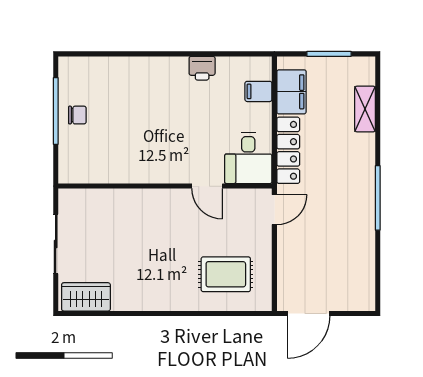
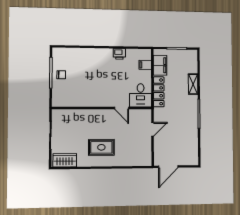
shelving: (365, 109) -> (193, 84), moved
door: (274, 210) -> (153, 129), moved
rug: (226, 274) -> (101, 147), moved

